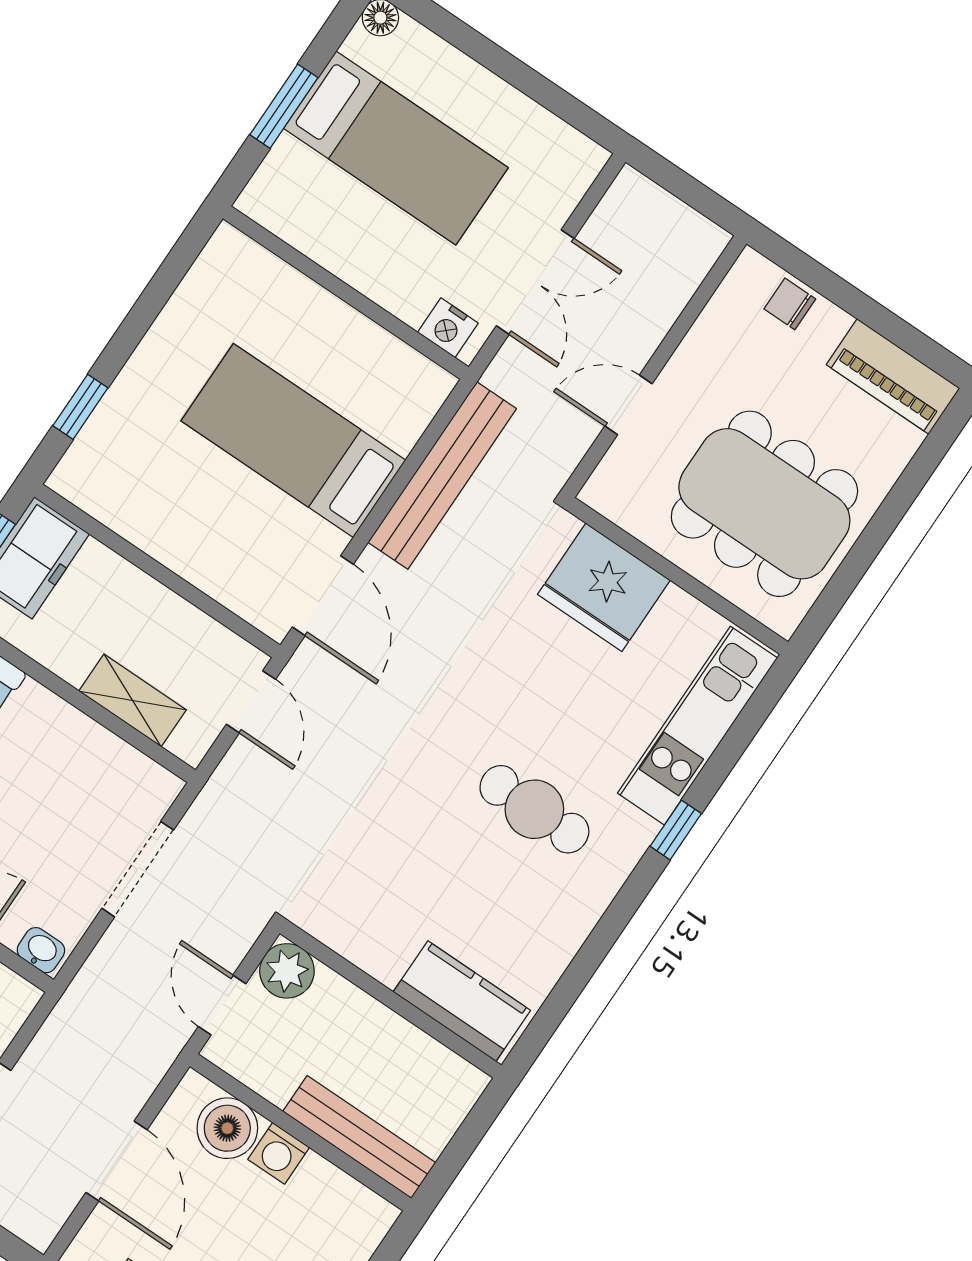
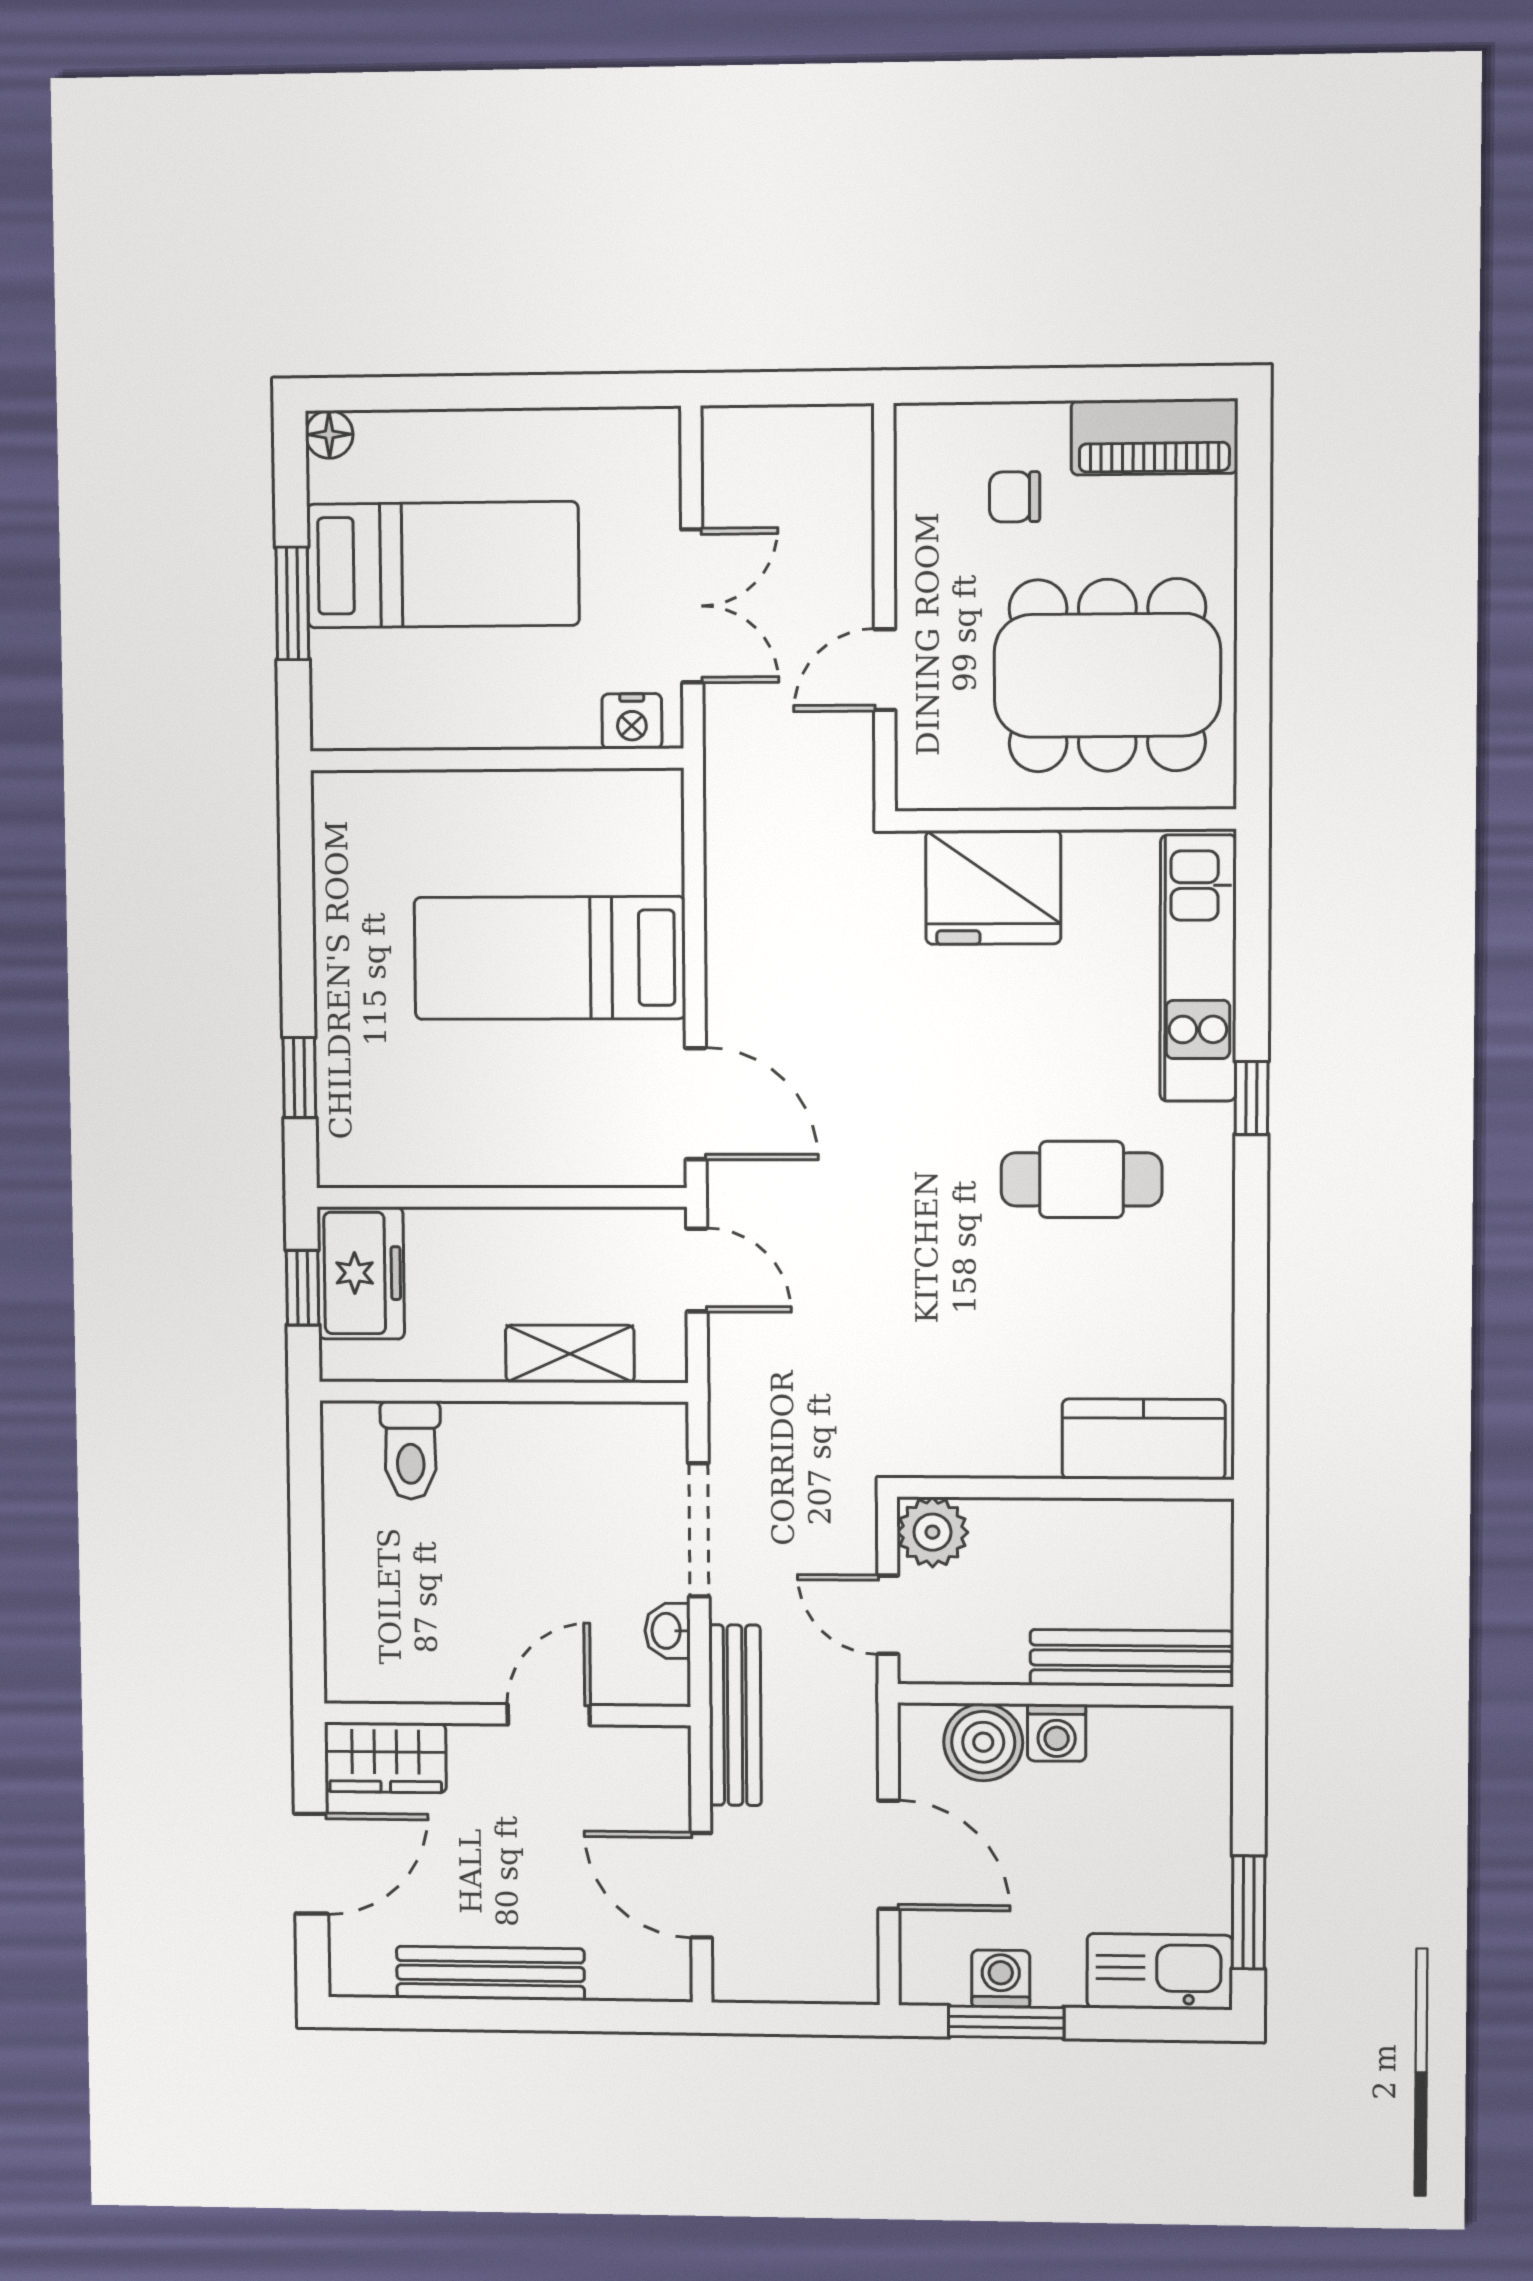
chair: (790, 304) -> (1015, 497), moved
bench: (442, 476) -> (735, 1715), moved, width x0.73, depth x0.82
washbasin: (41, 950) -> (668, 1631), moved, turned -90

